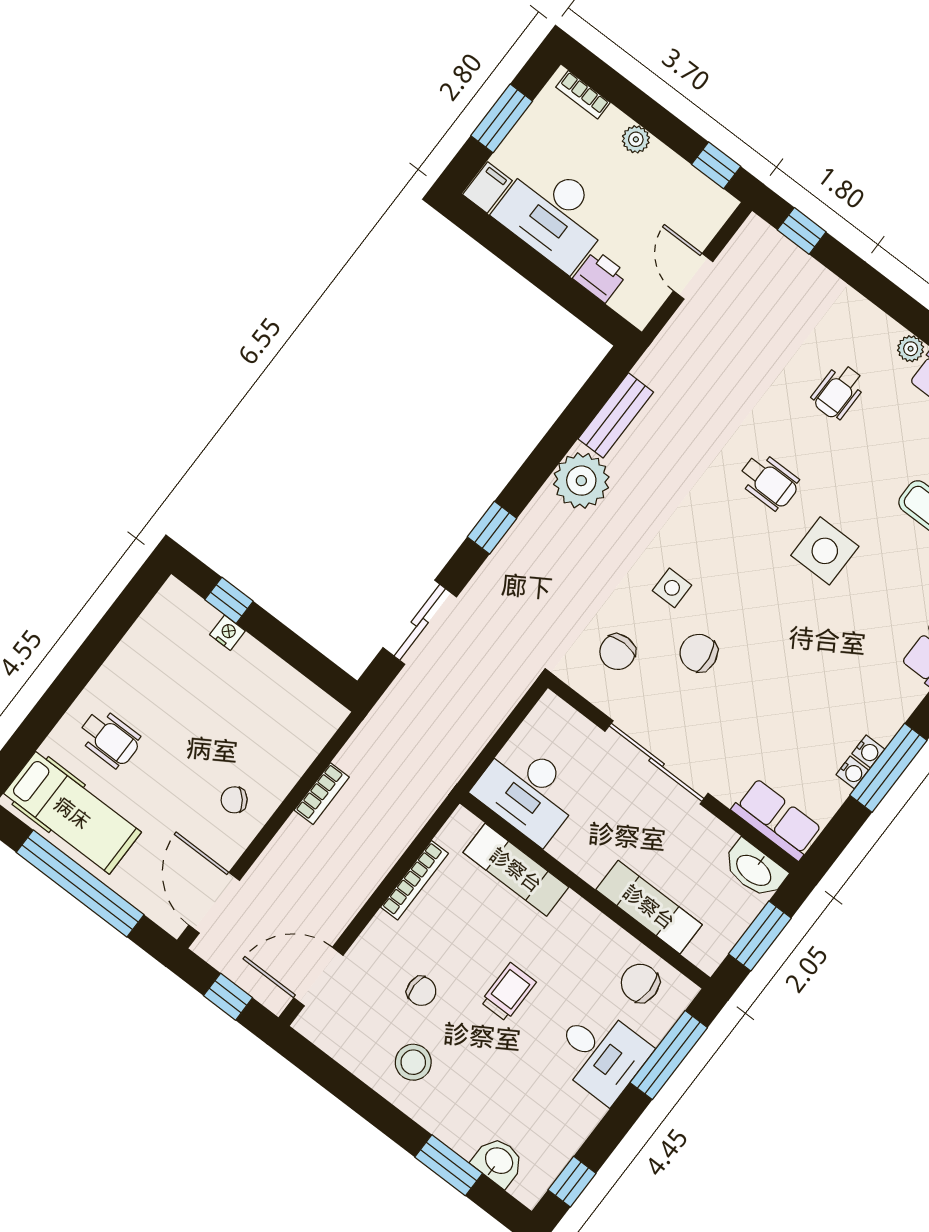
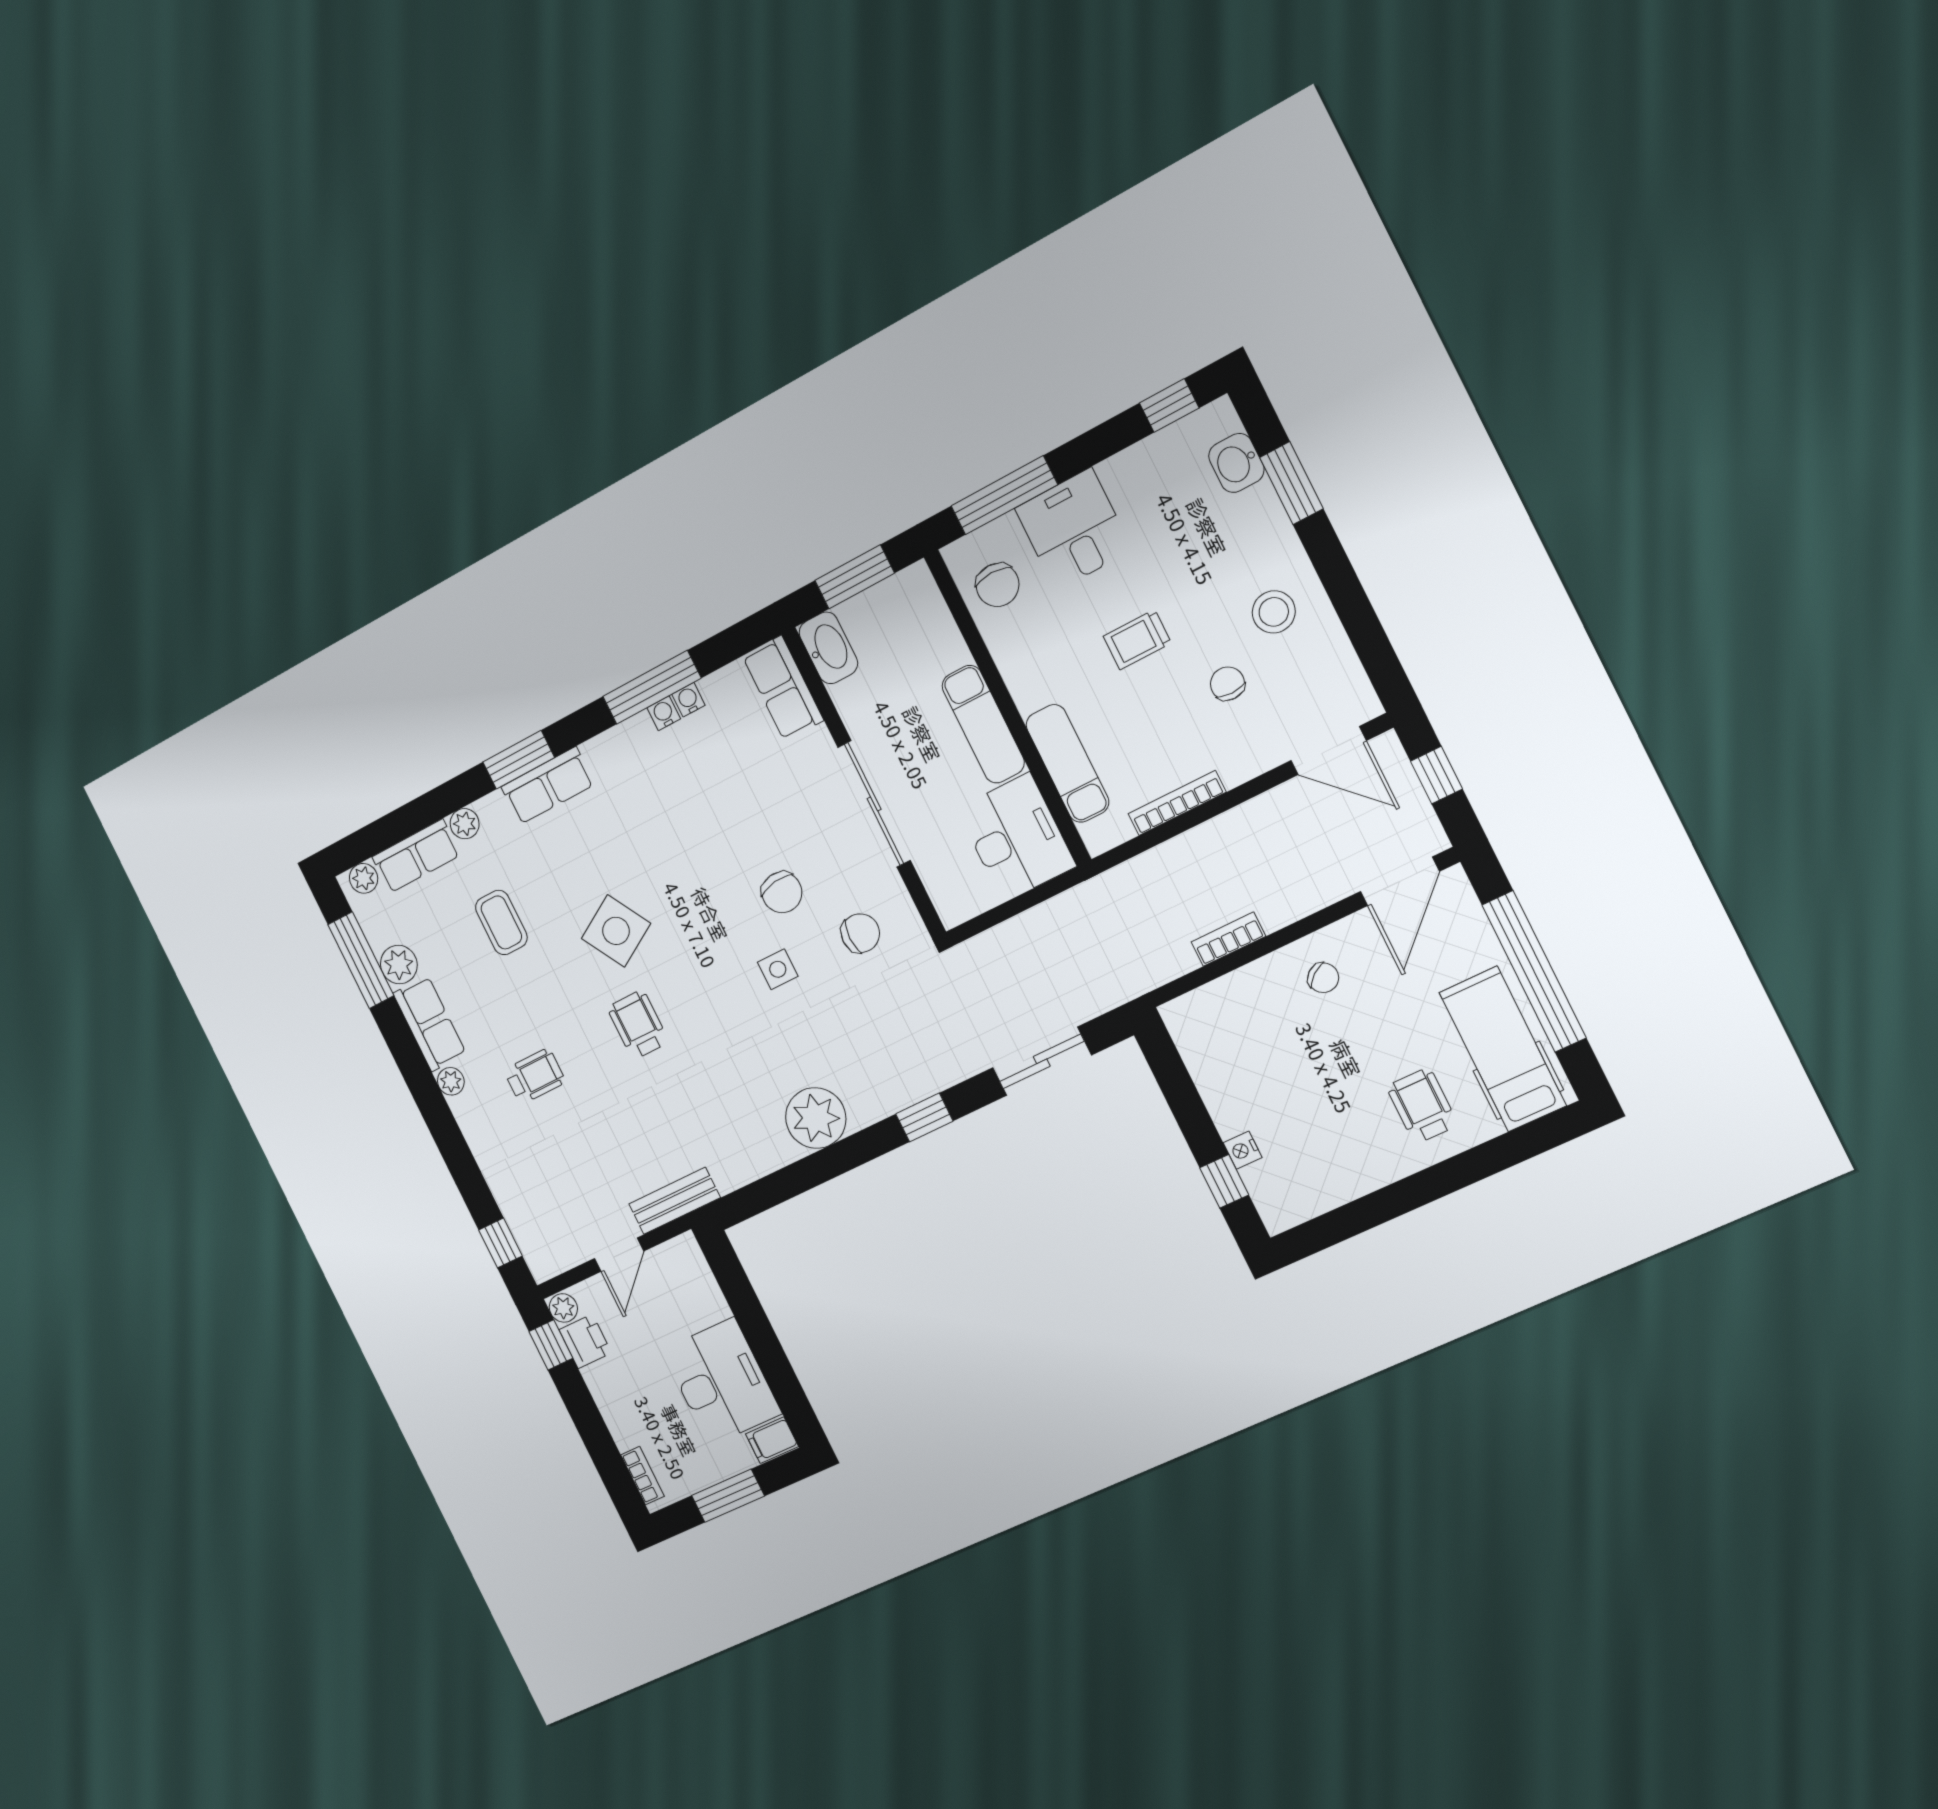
plant: (636, 139) -> (563, 1308), moved
printer: (600, 276) -> (585, 1341), moved, turned 180
bench: (616, 415) -> (675, 1201), moved
side table: (825, 551) -> (616, 931), turned -31
exam couch: (649, 907) -> (983, 724), moved

